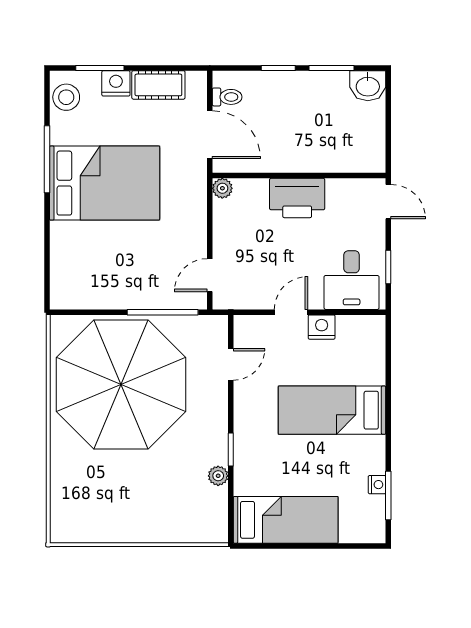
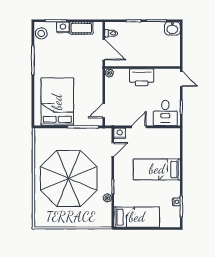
bed: (105, 183) -> (57, 102), moved, turned -90
nightstand: (322, 327) -> (120, 133), moved
parasol: (121, 384) -> (69, 178), moved

